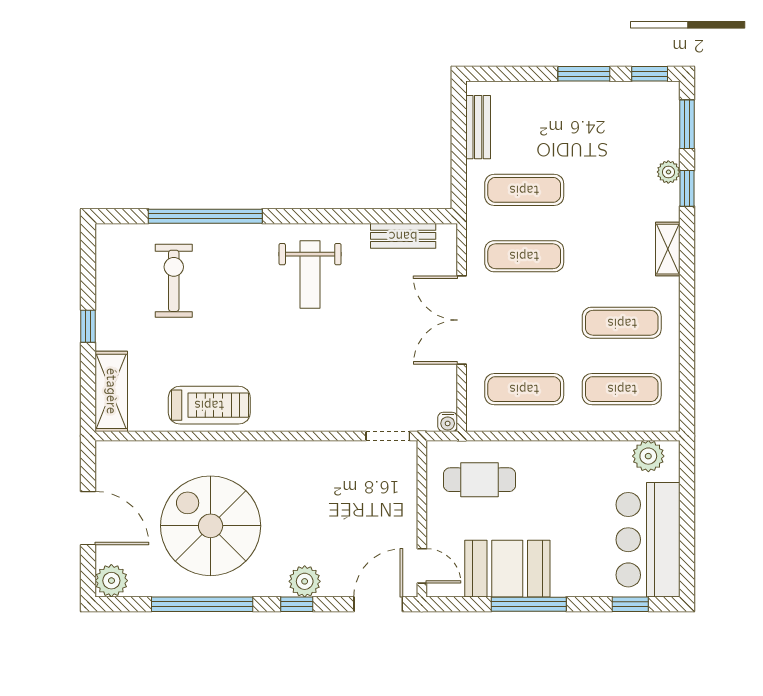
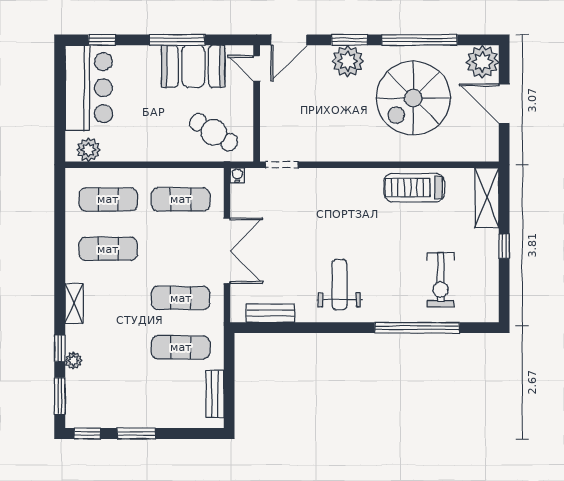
cafe table: (480, 480) -> (214, 132), turned 33
spiral stairs: (211, 526) -> (413, 98), turned 90
plant: (111, 581) -> (482, 62), width x1.36, depth x1.36
plant: (305, 581) -> (348, 61), width x1.36, depth x1.36
window: (297, 604) -> (349, 40), width x1.50

